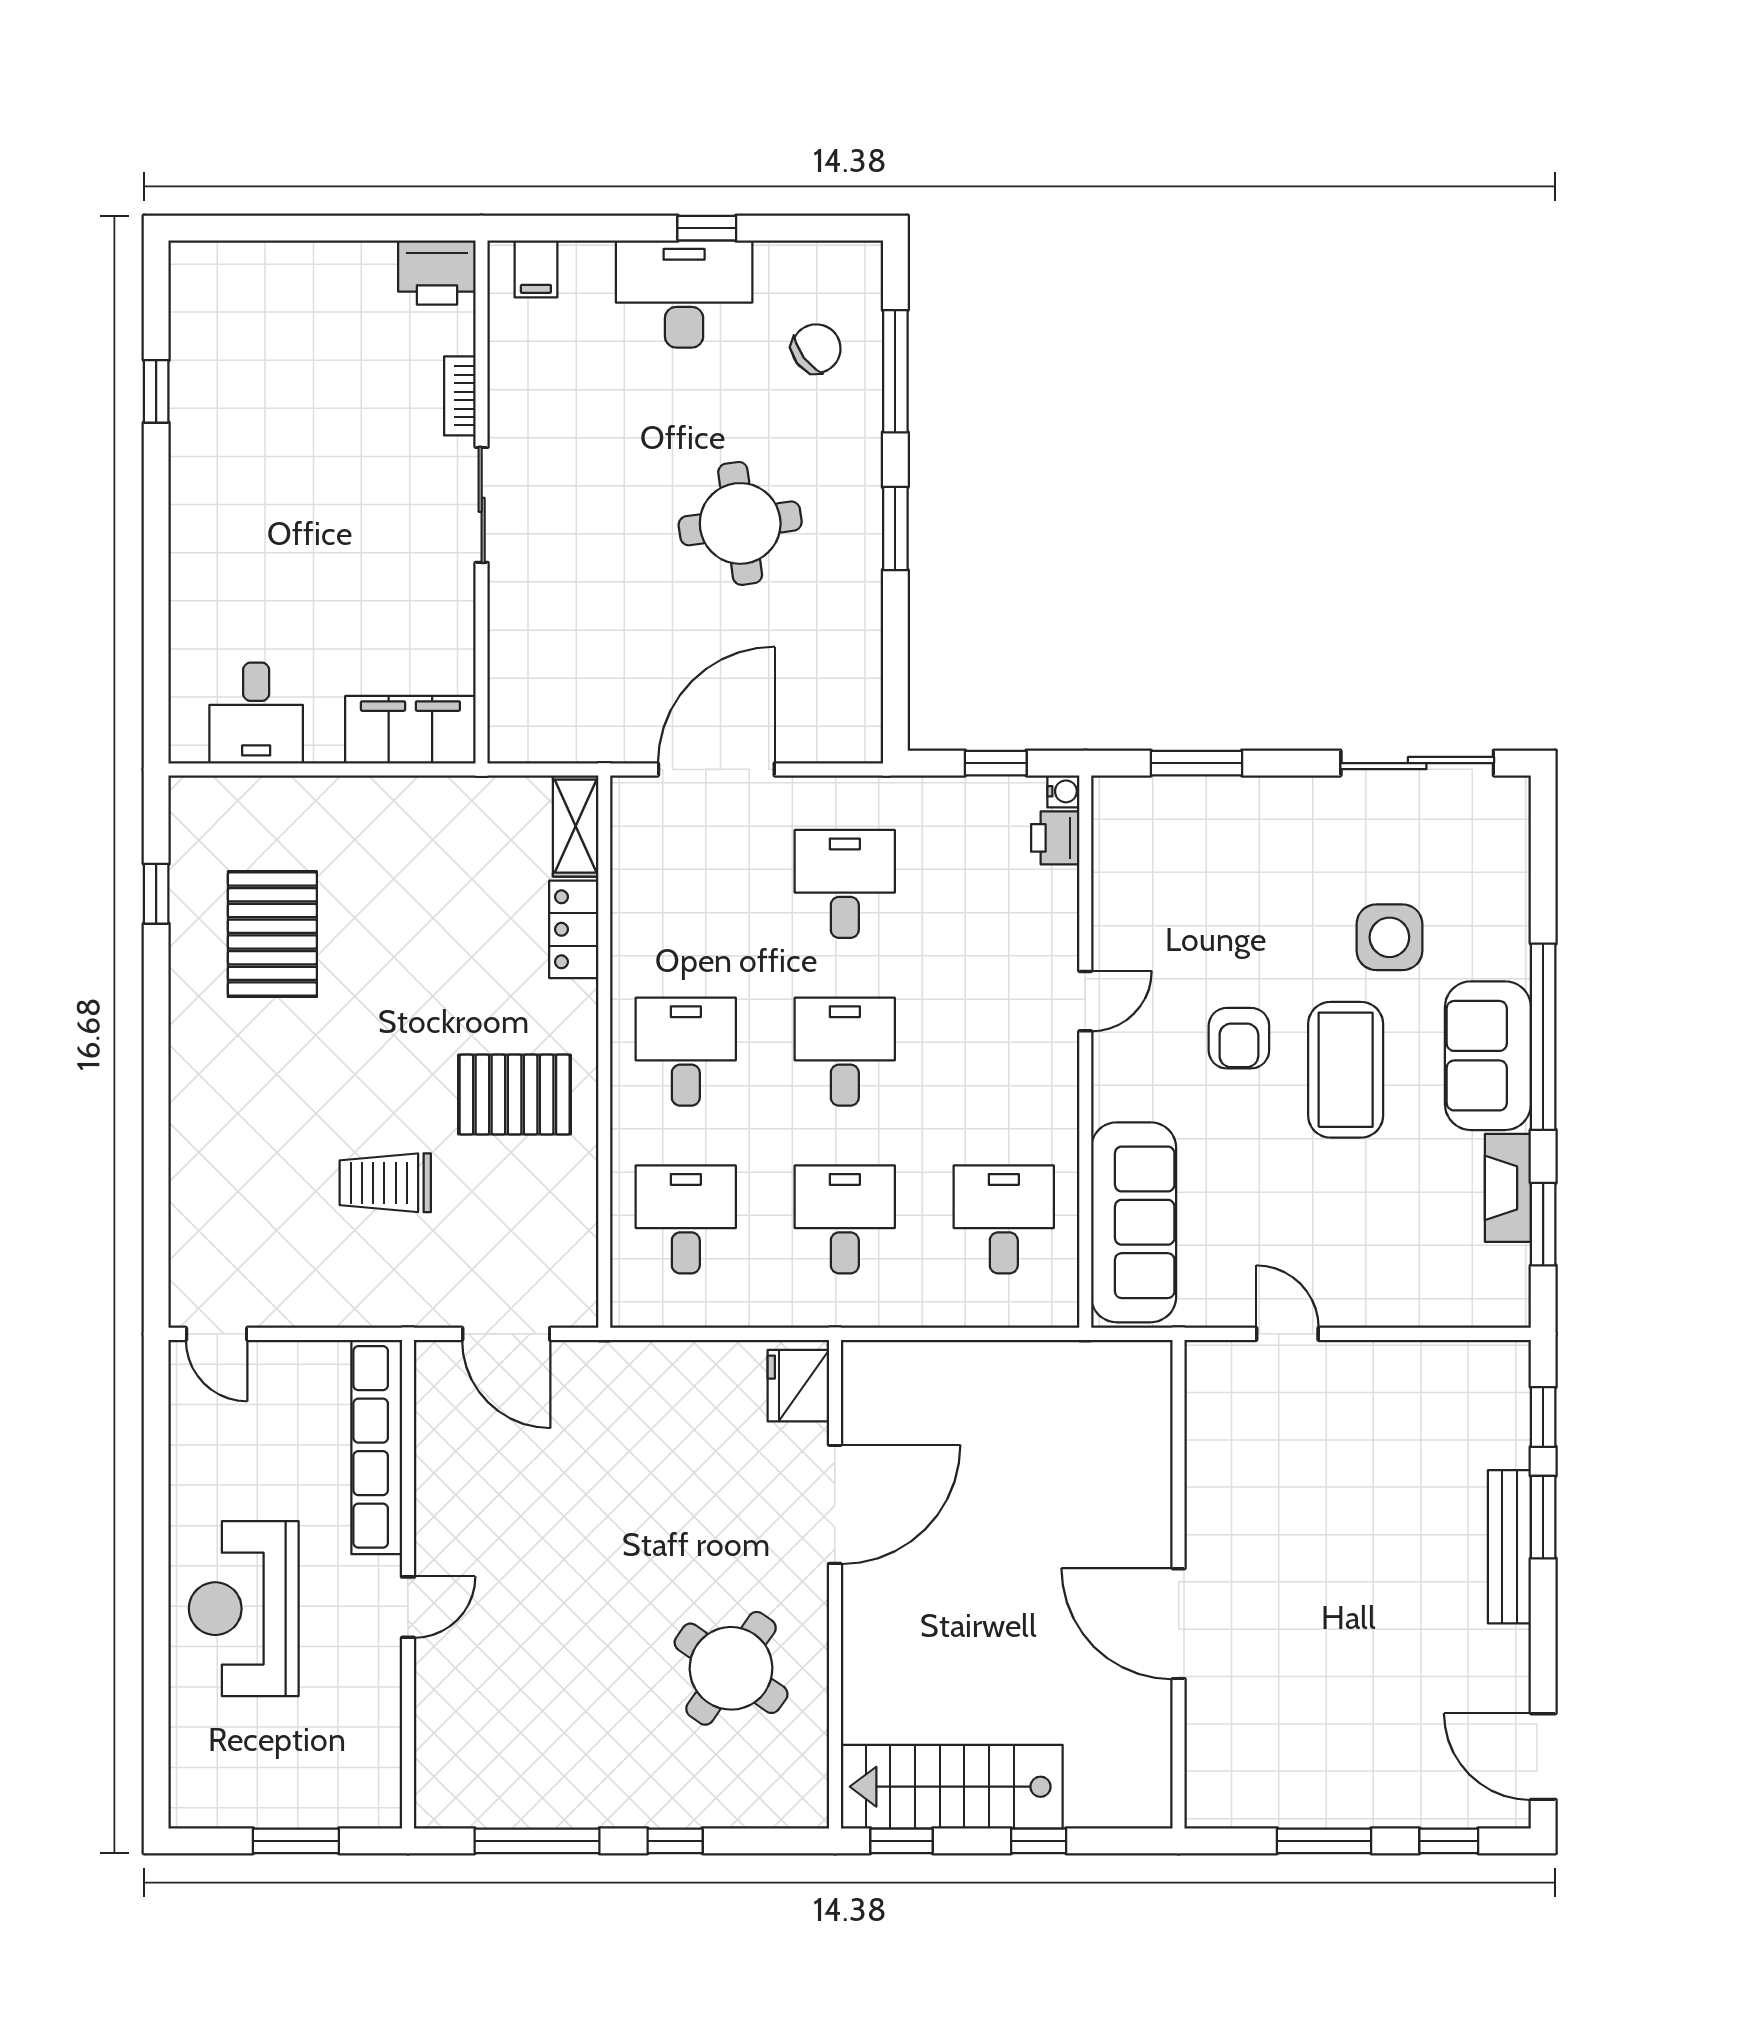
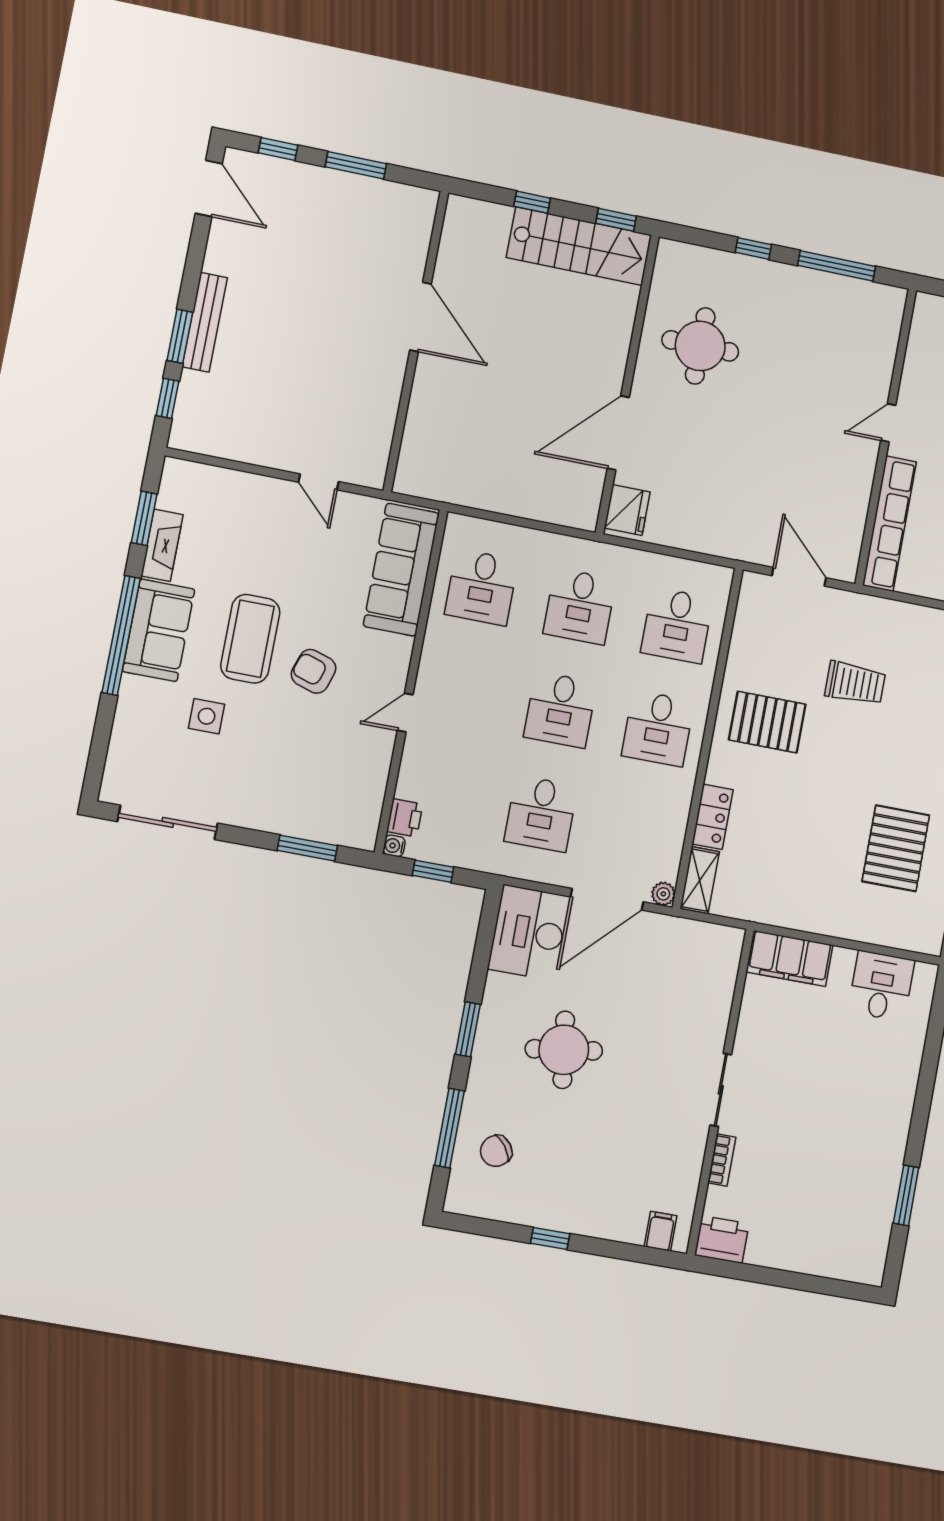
desk: (684, 294) -> (528, 933), moved, turned 90
window: (156, 391) -> (906, 1195), width x1.50
plant: (629, 794) -> (663, 894), added
side table: (1389, 937) -> (207, 716), width x0.73, depth x0.73
armchair: (1239, 1038) -> (314, 671), turned -72
round table: (731, 1668) -> (700, 346), turned -35

